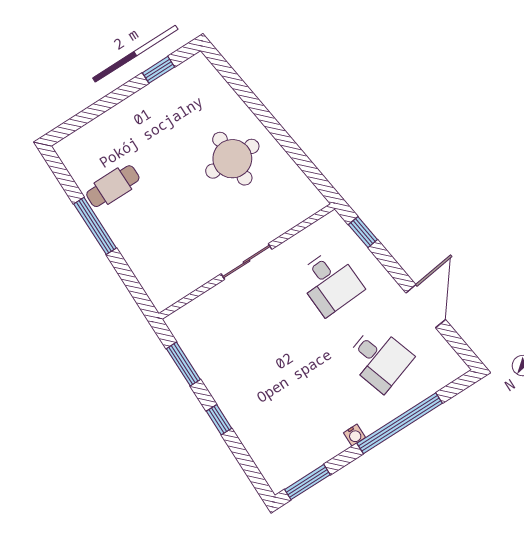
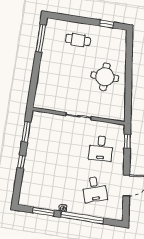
cafe table: (113, 186) -> (78, 40), moved
window: (95, 226) -> (41, 38), moved
window: (307, 482) -> (43, 212), moved

